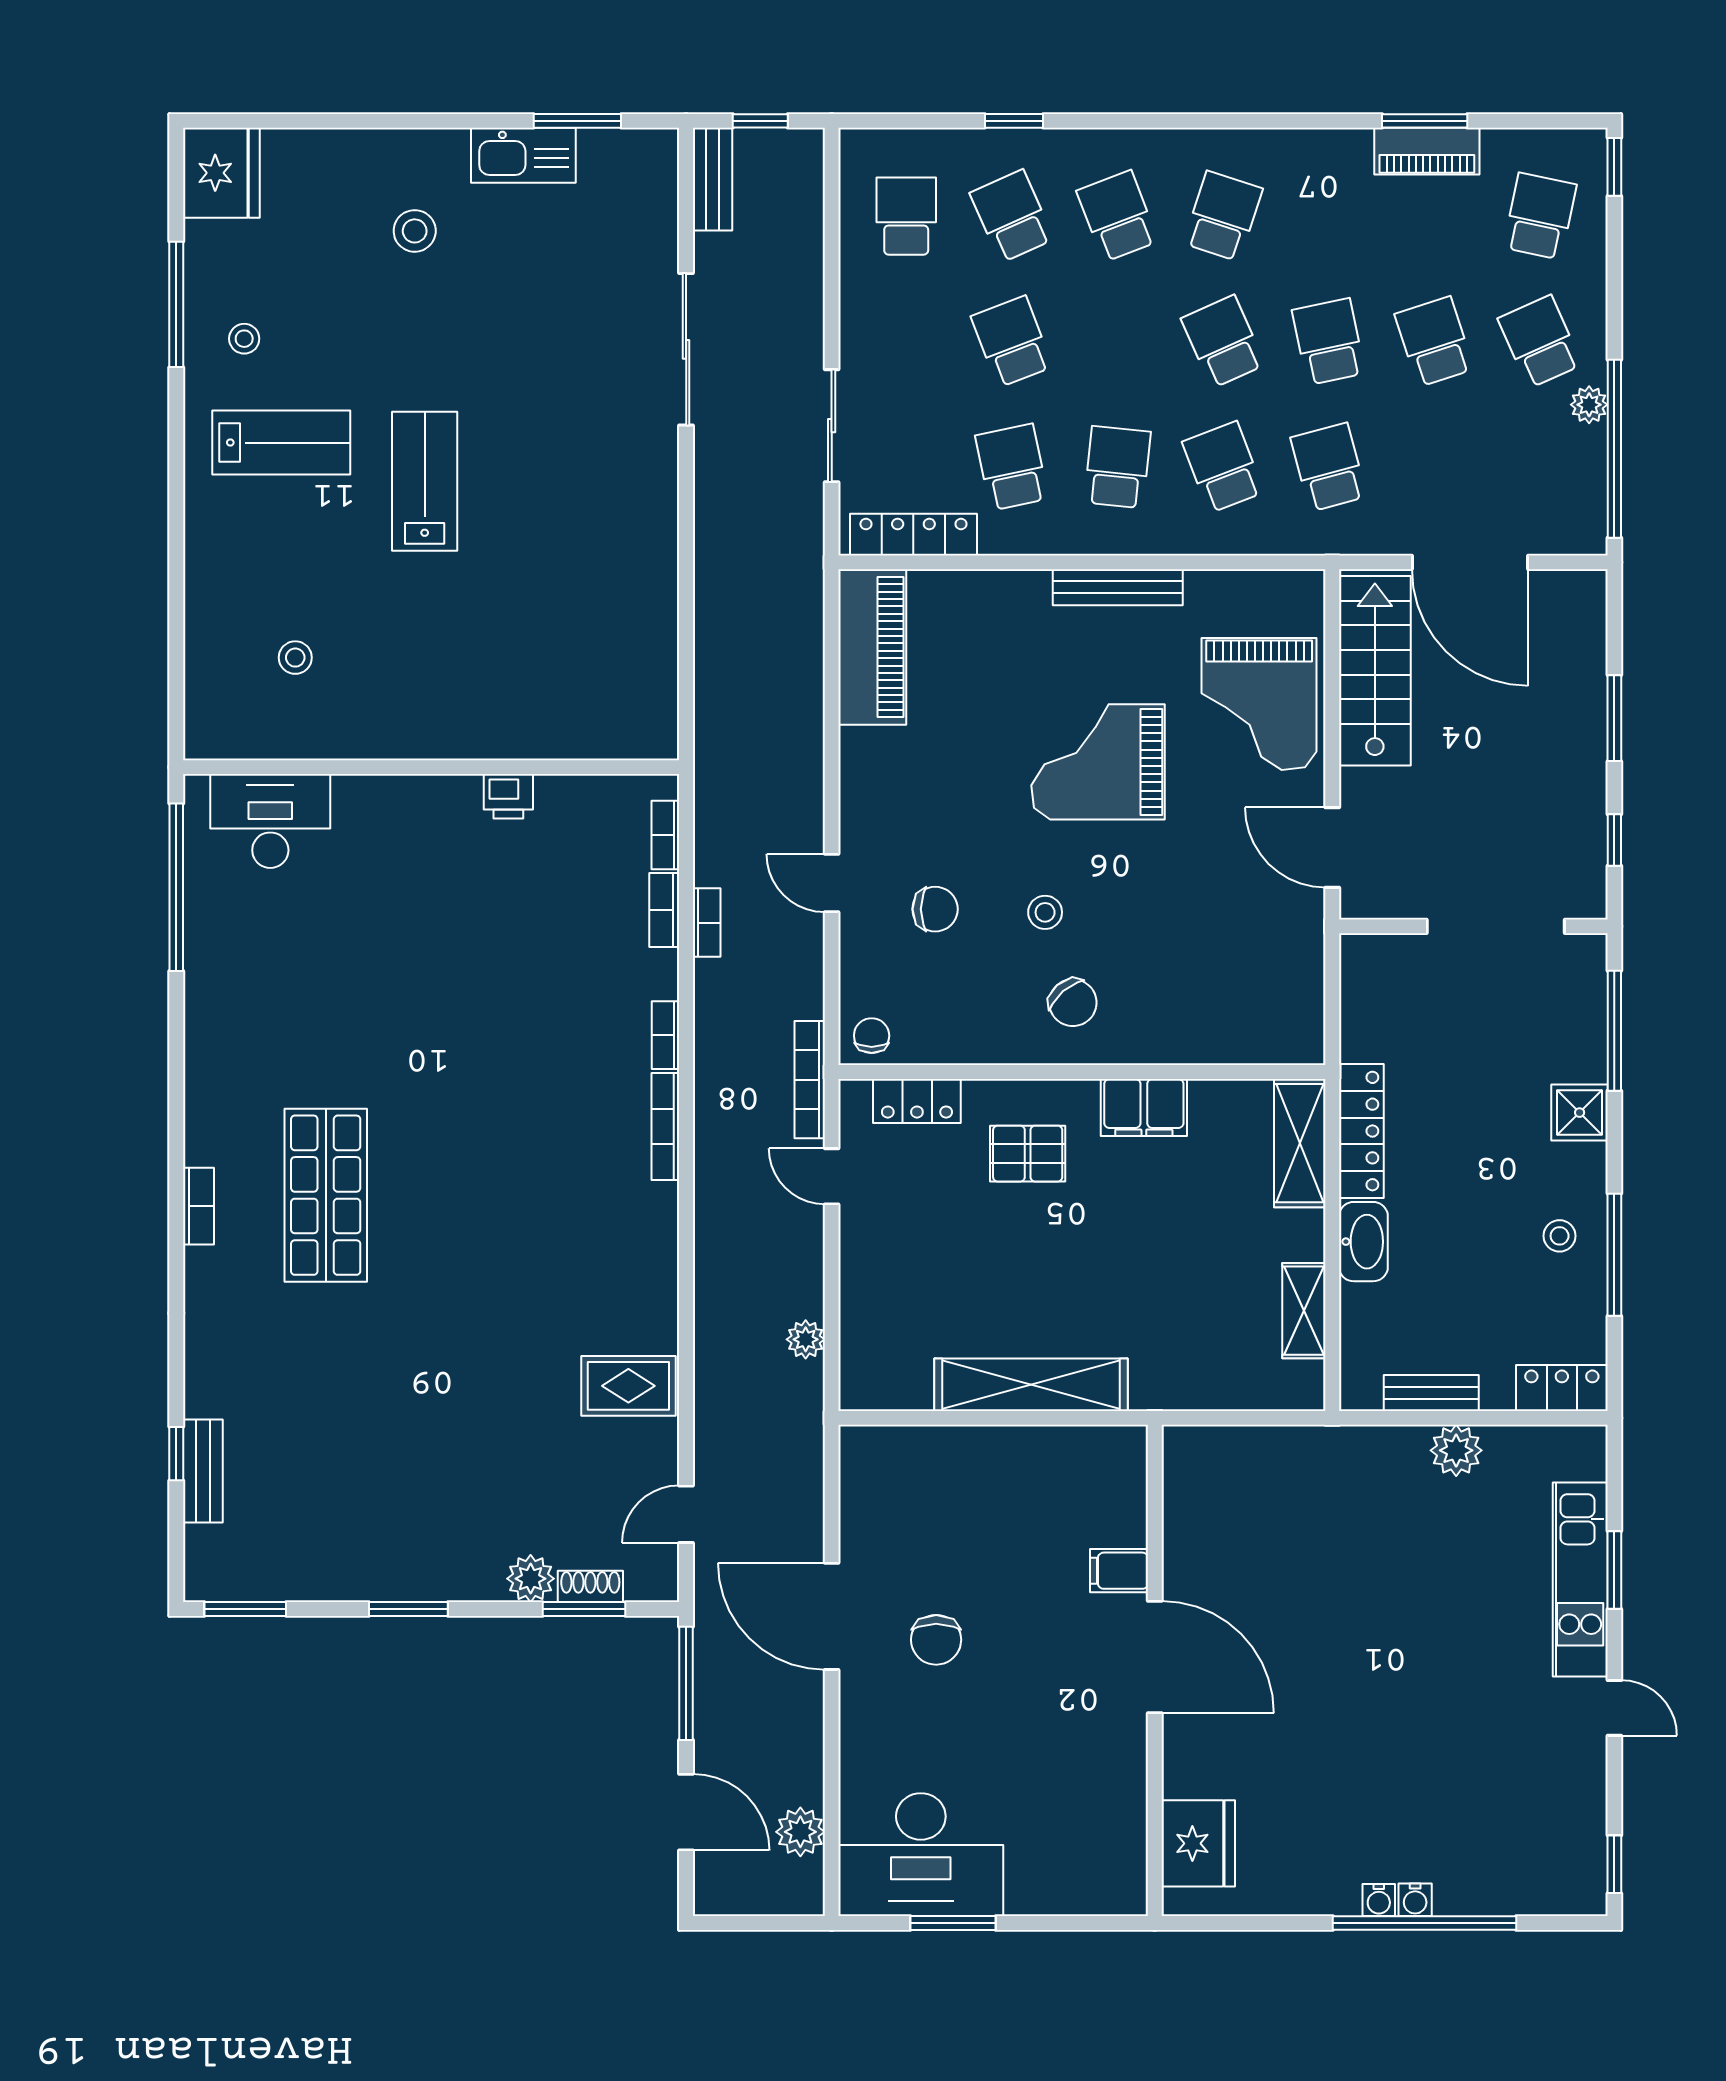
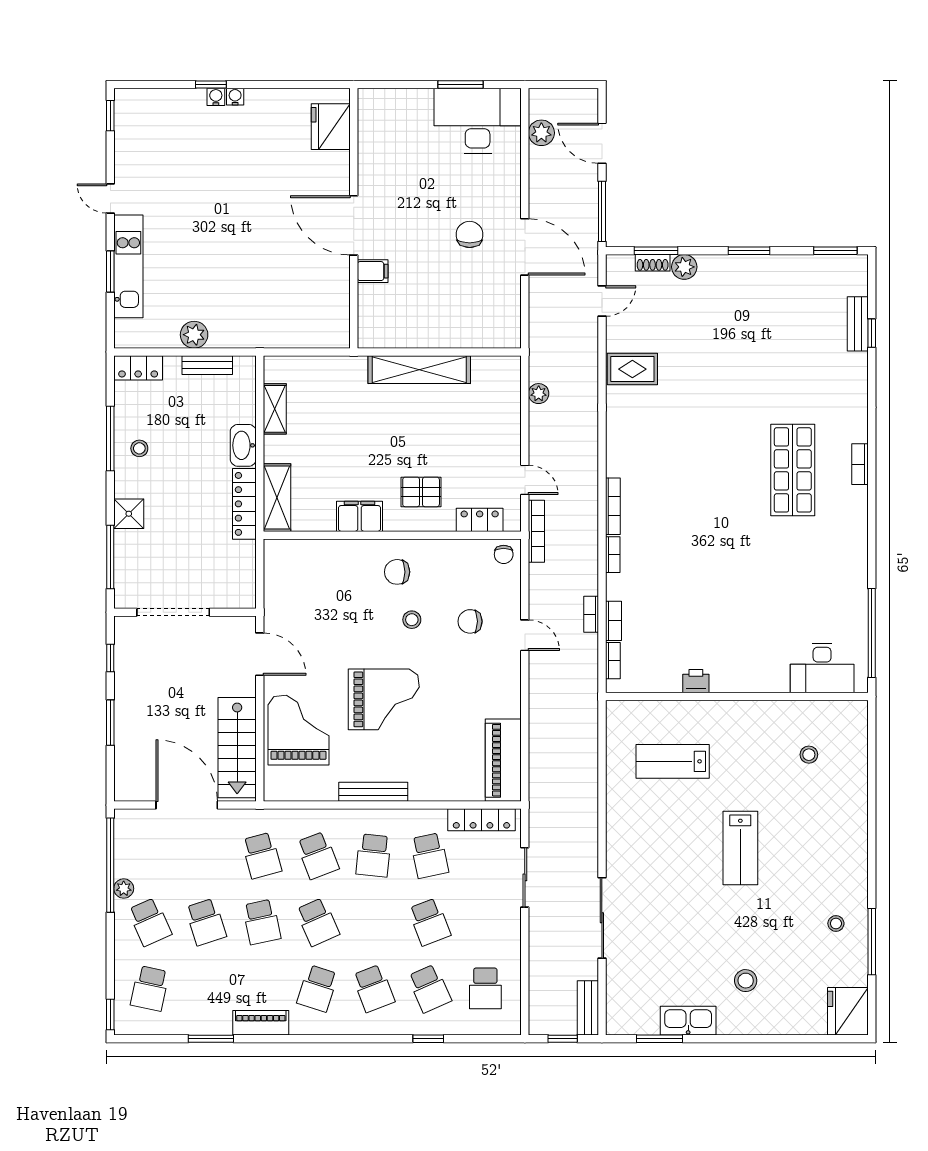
piano: (1427, 151) -> (261, 1023), moved
lab bench: (281, 443) -> (673, 761), moved
chair: (1073, 1003) -> (397, 572), turned -49
window: (1425, 1923) -> (211, 84), width x0.32

